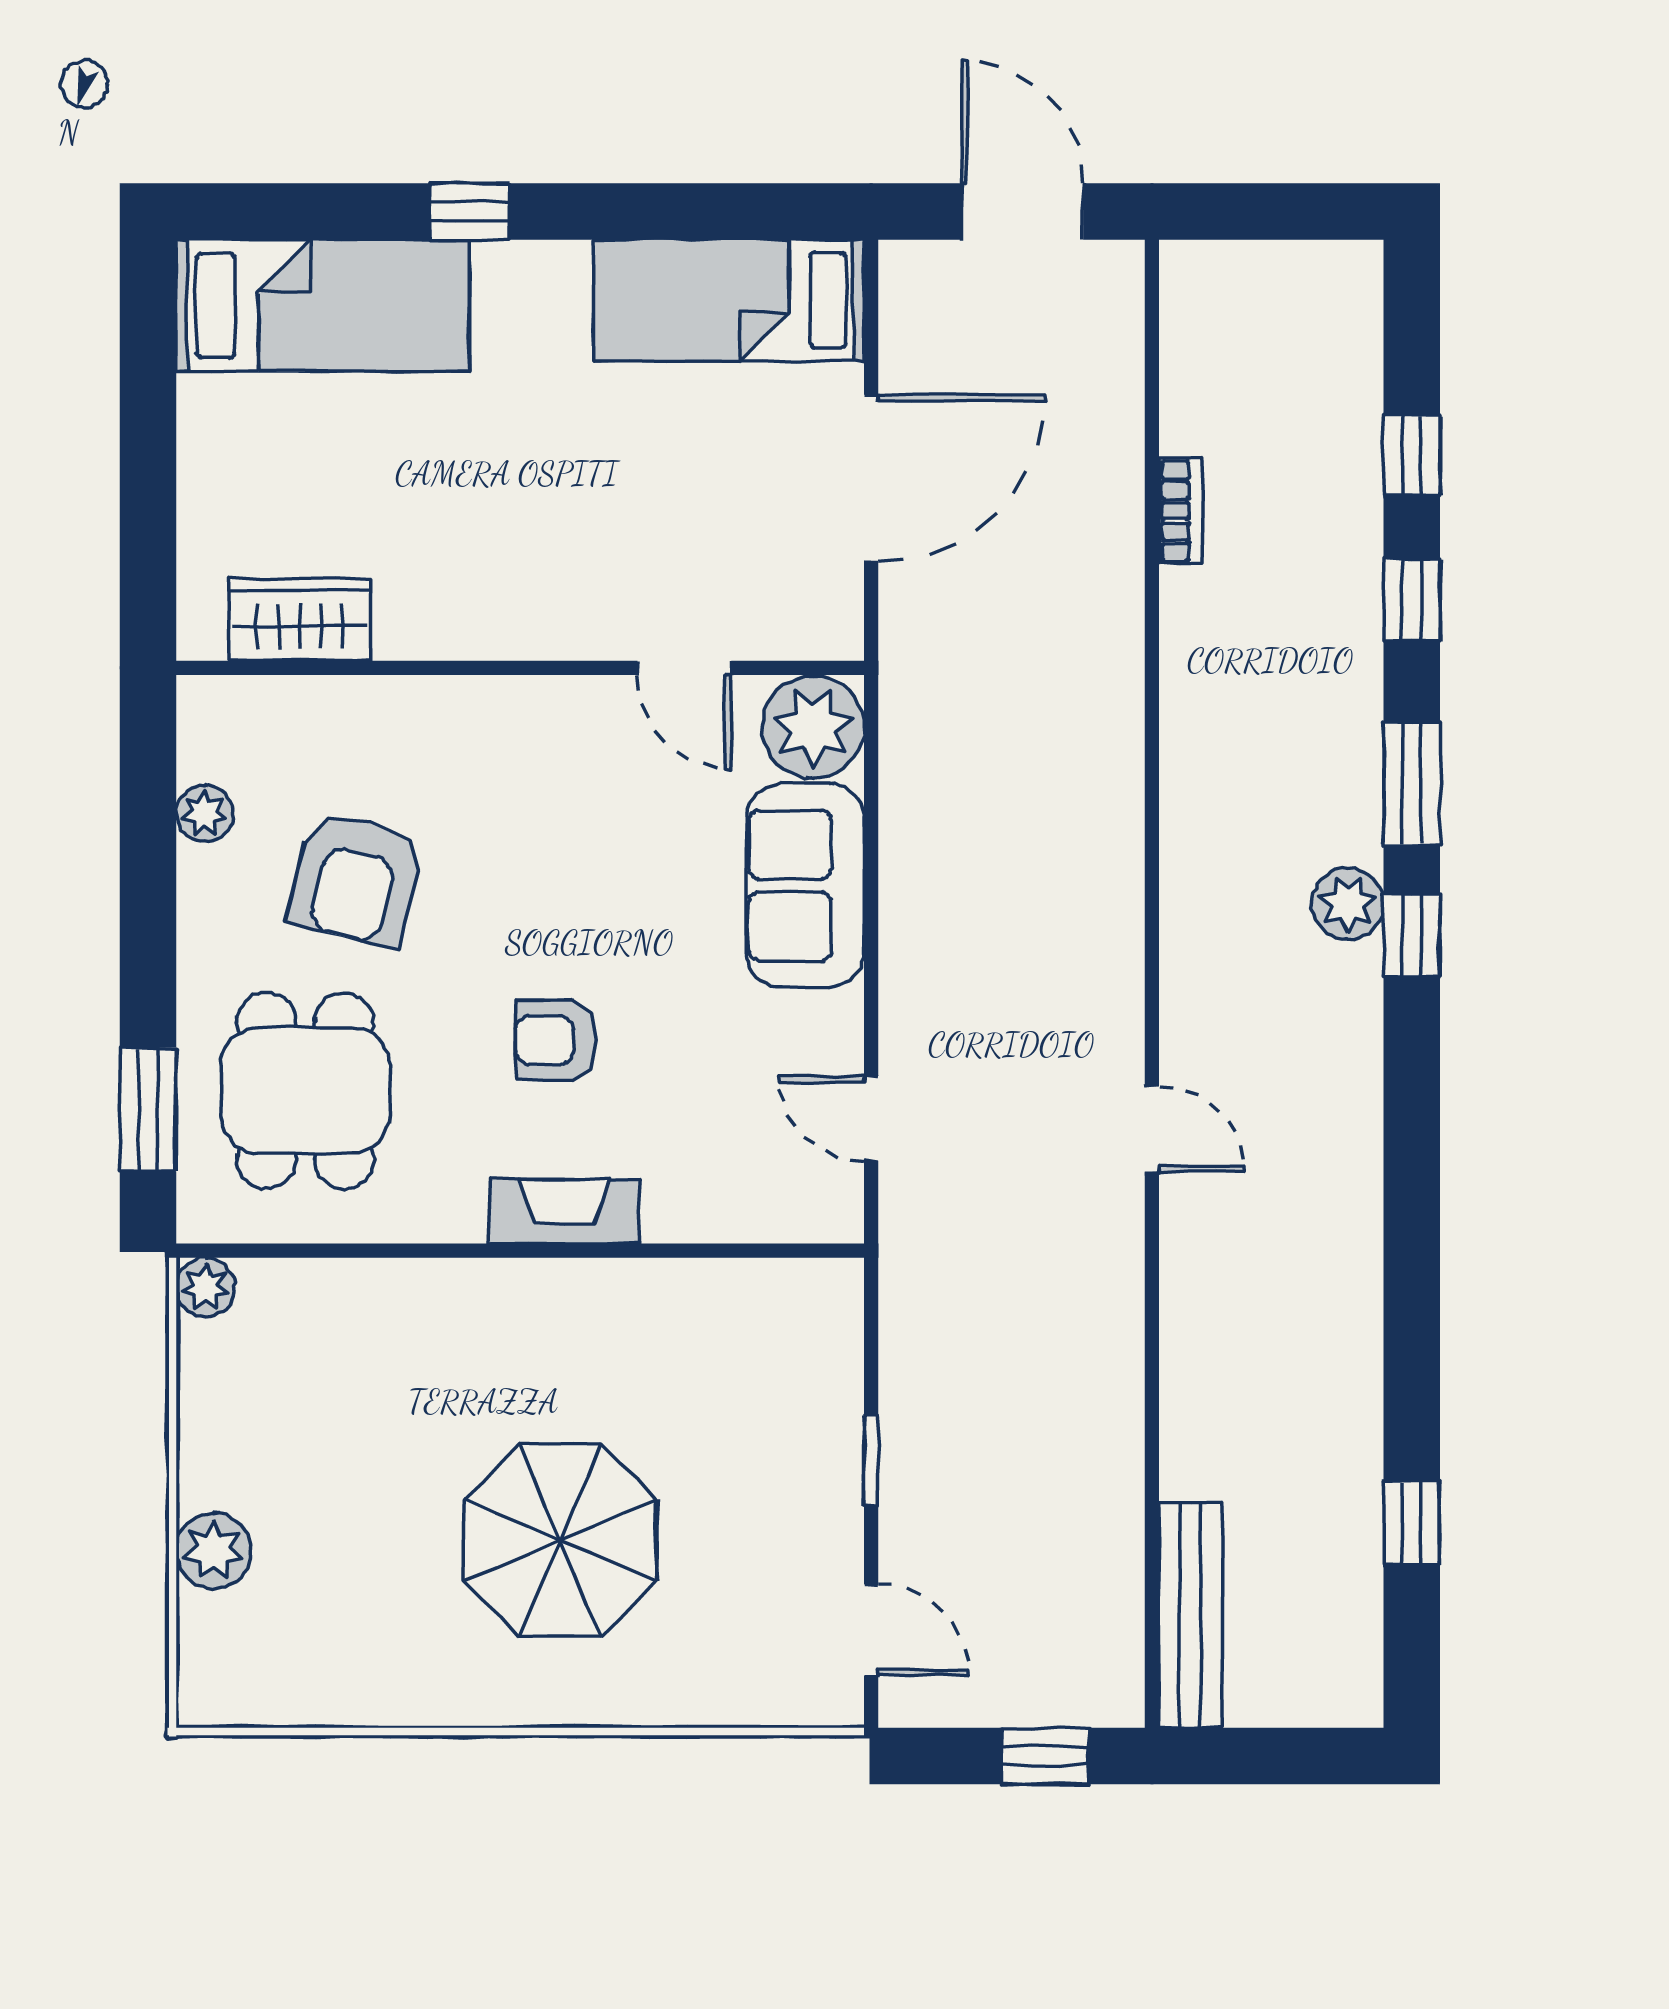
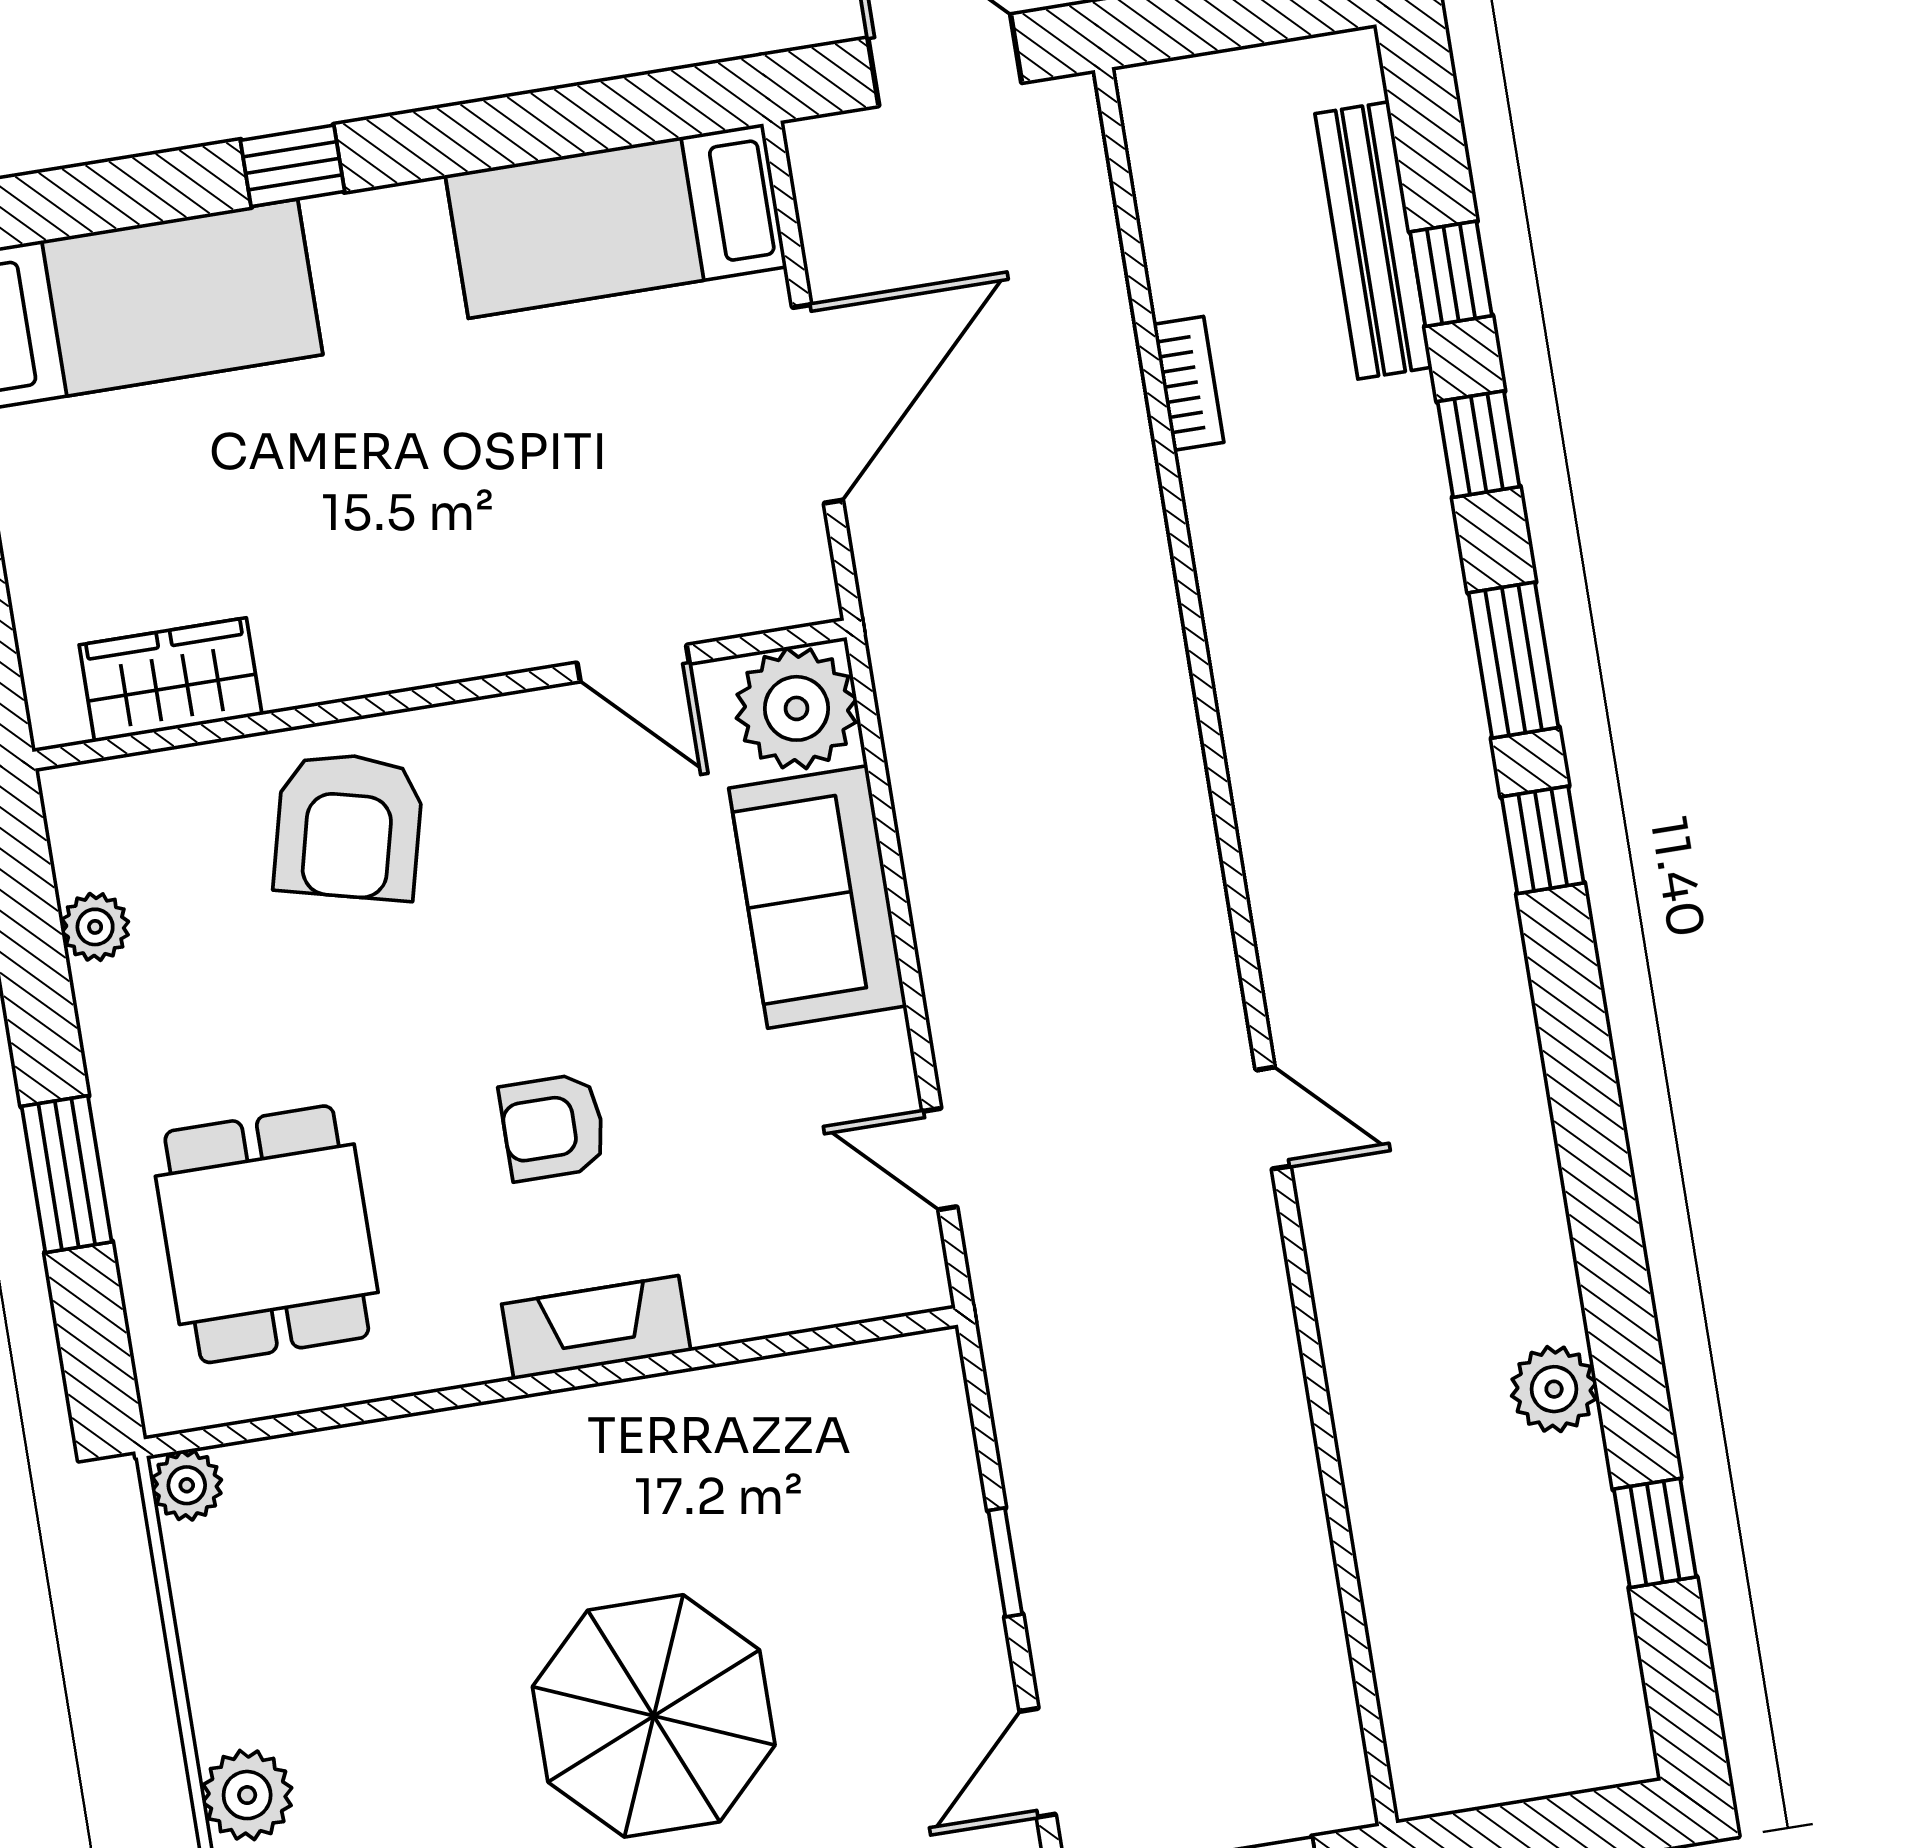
armchair: (356, 879) -> (348, 826), moved
plant: (1348, 904) -> (1554, 1389), moved
window: (148, 1110) -> (67, 1174), moved
bench: (1190, 1615) -> (1373, 240), moved
door: (871, 1630) -> (1038, 1763), swing flipped

